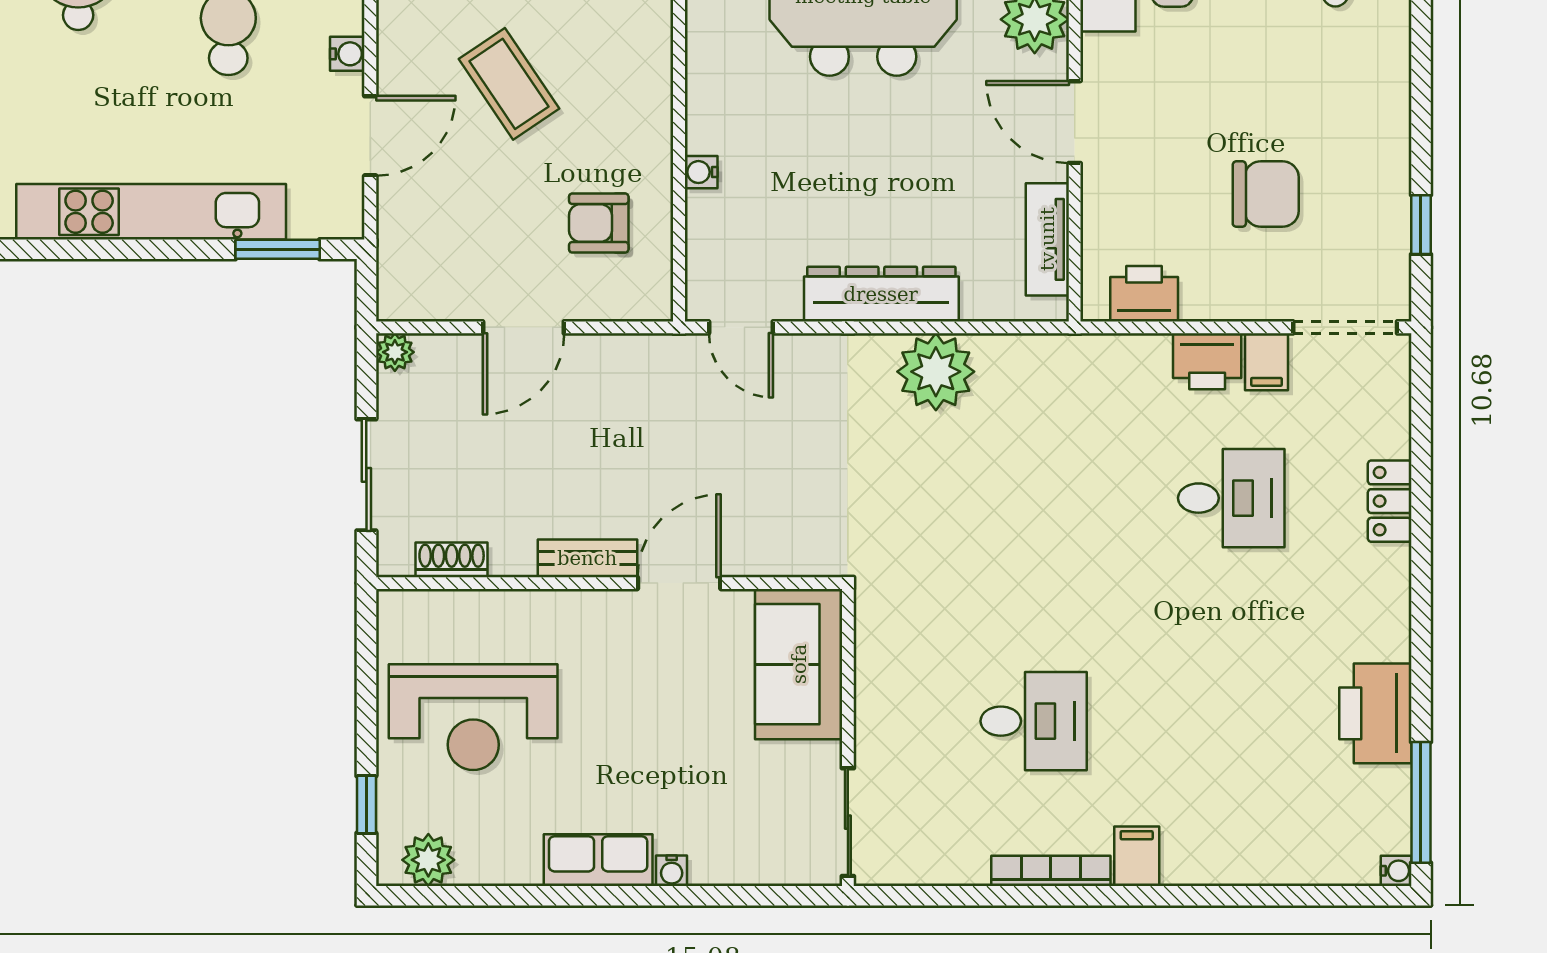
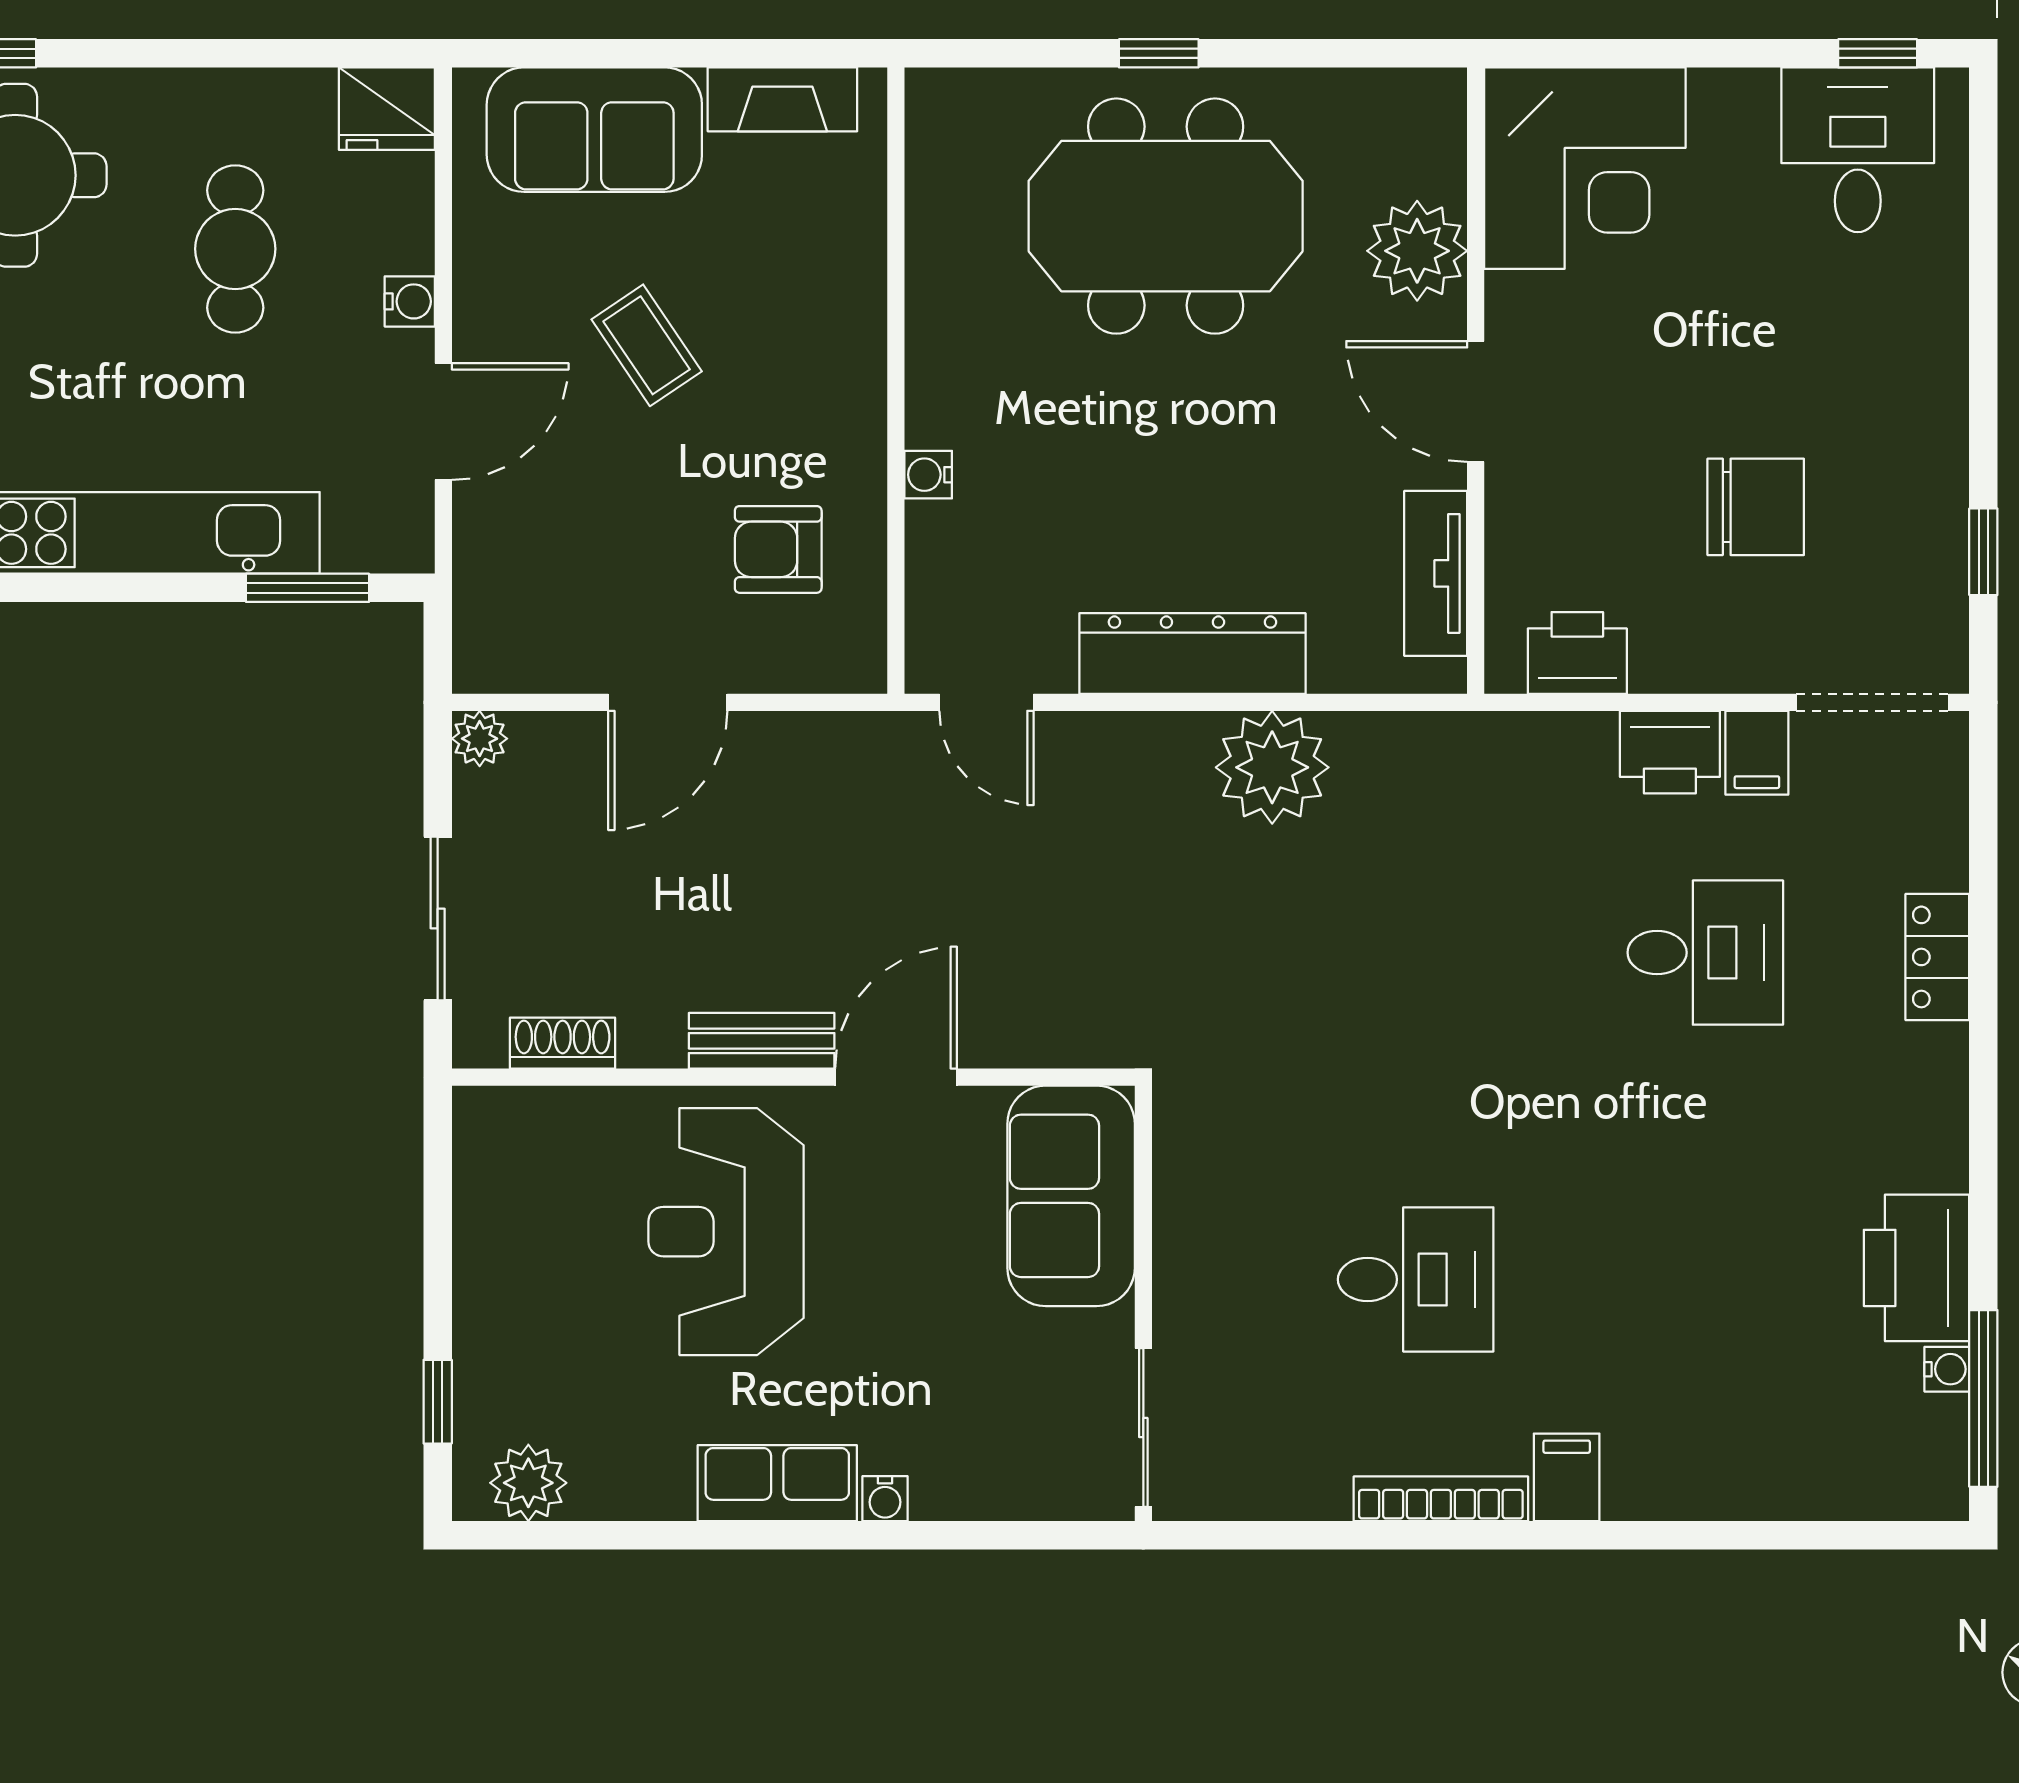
coffee table: (509, 84) -> (647, 345), width x0.73, depth x0.77
reception desk: (473, 717) -> (726, 1232), moved, turned 90
water cooler: (1396, 871) -> (1947, 1369), moved

